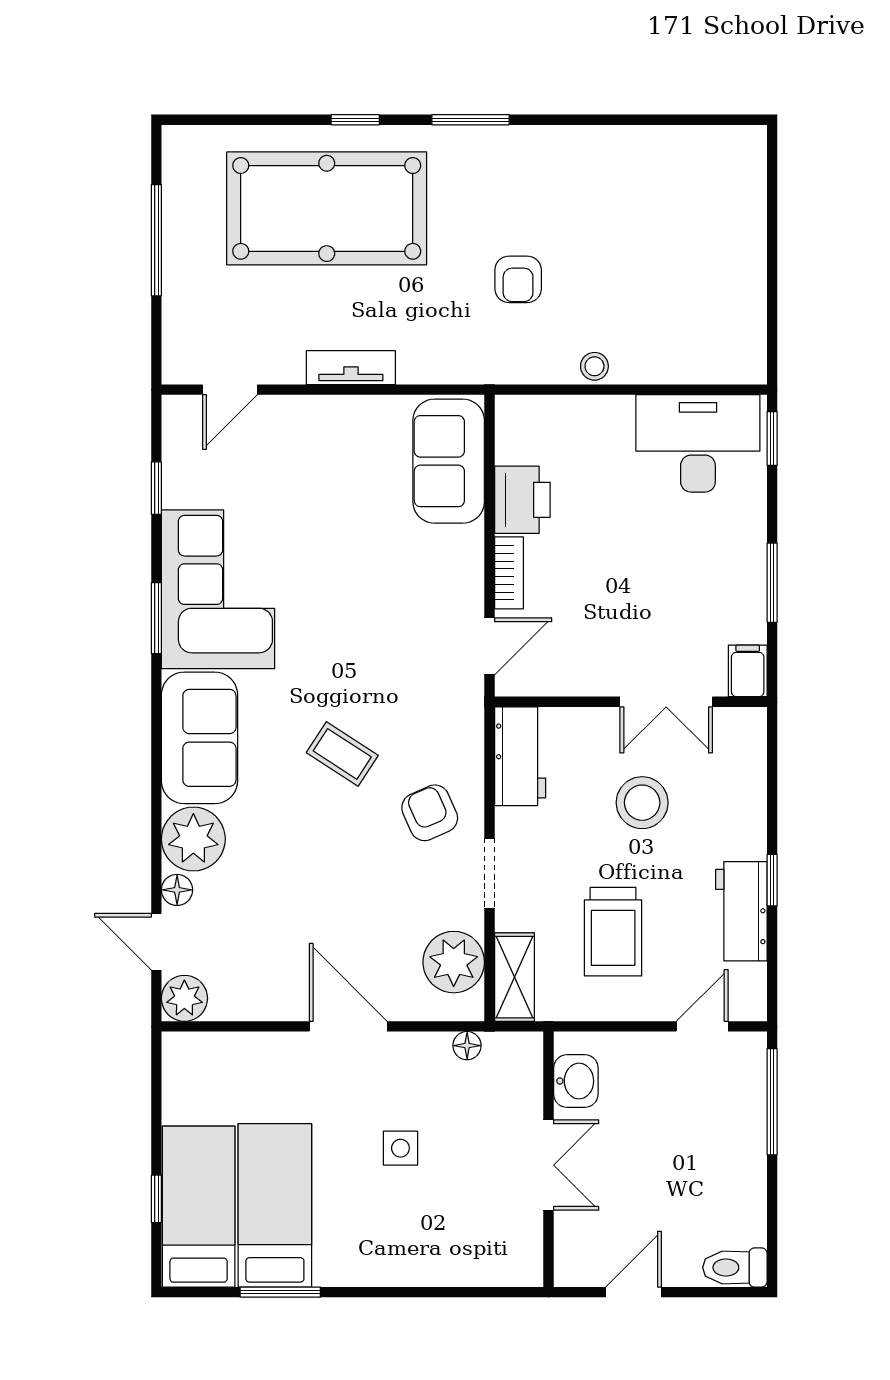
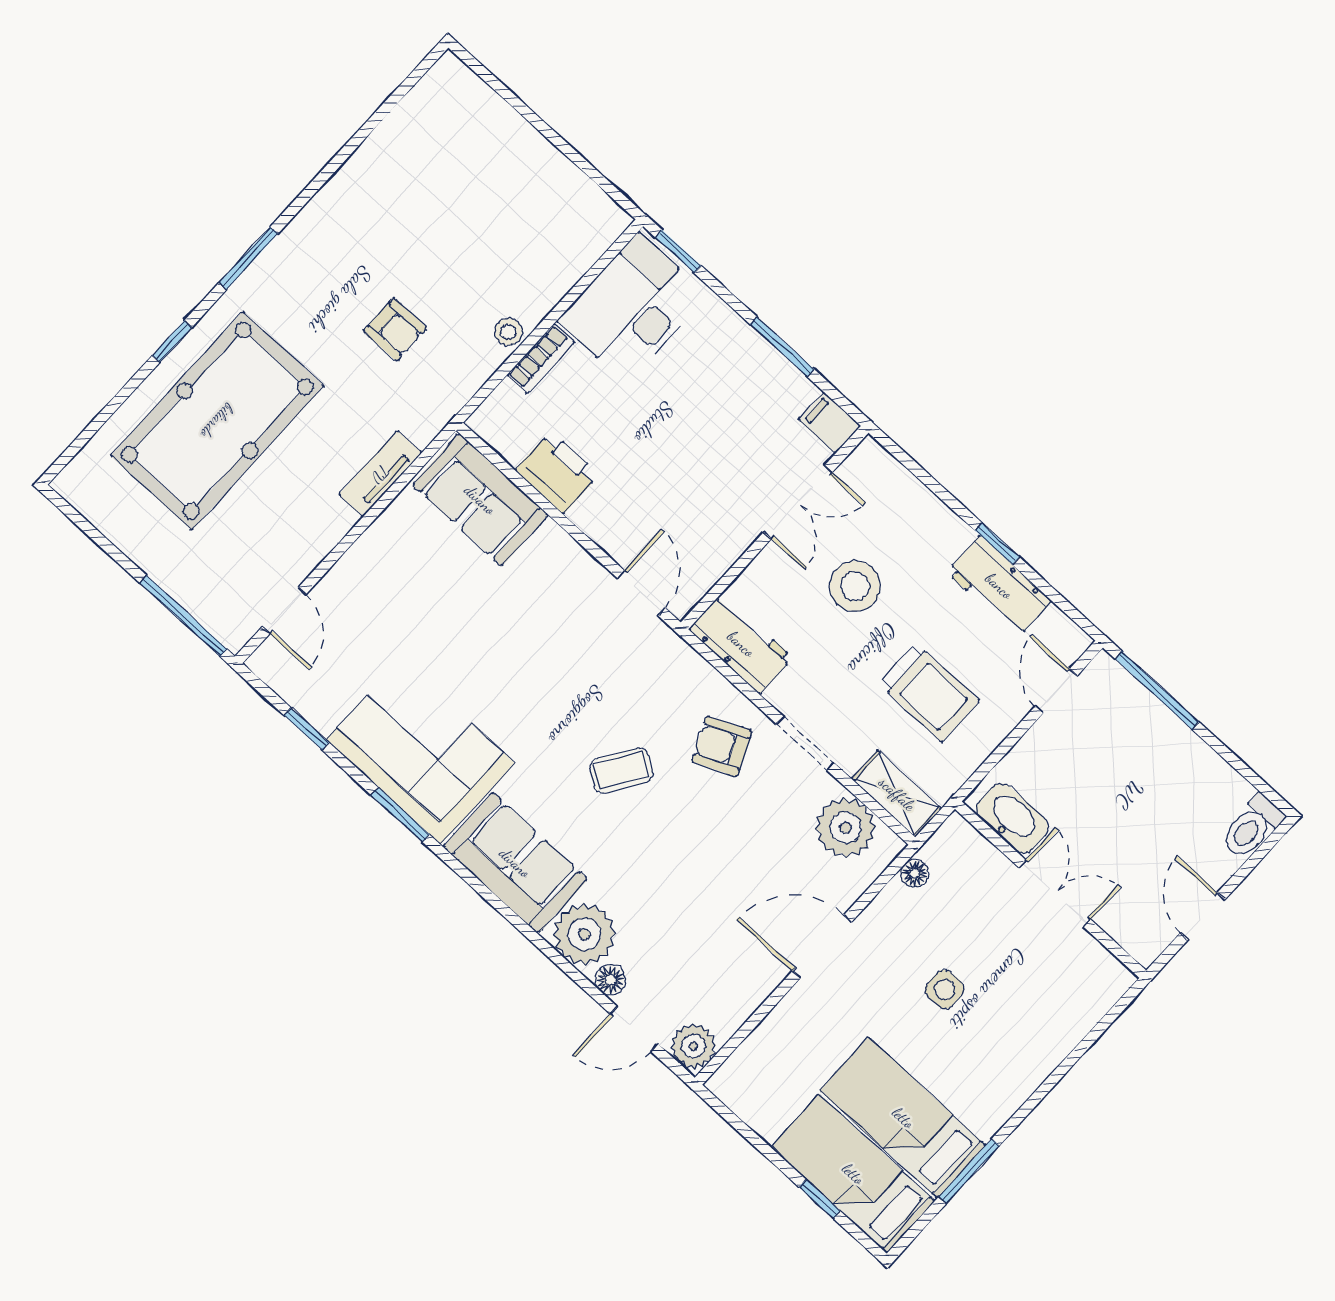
window: (156, 240) -> (183, 616), moved
tv unit: (351, 368) -> (380, 474), moved
bookcase: (509, 573) -> (541, 359), moved, turned 90
washbasin: (576, 1081) -> (1012, 818), width x1.38

